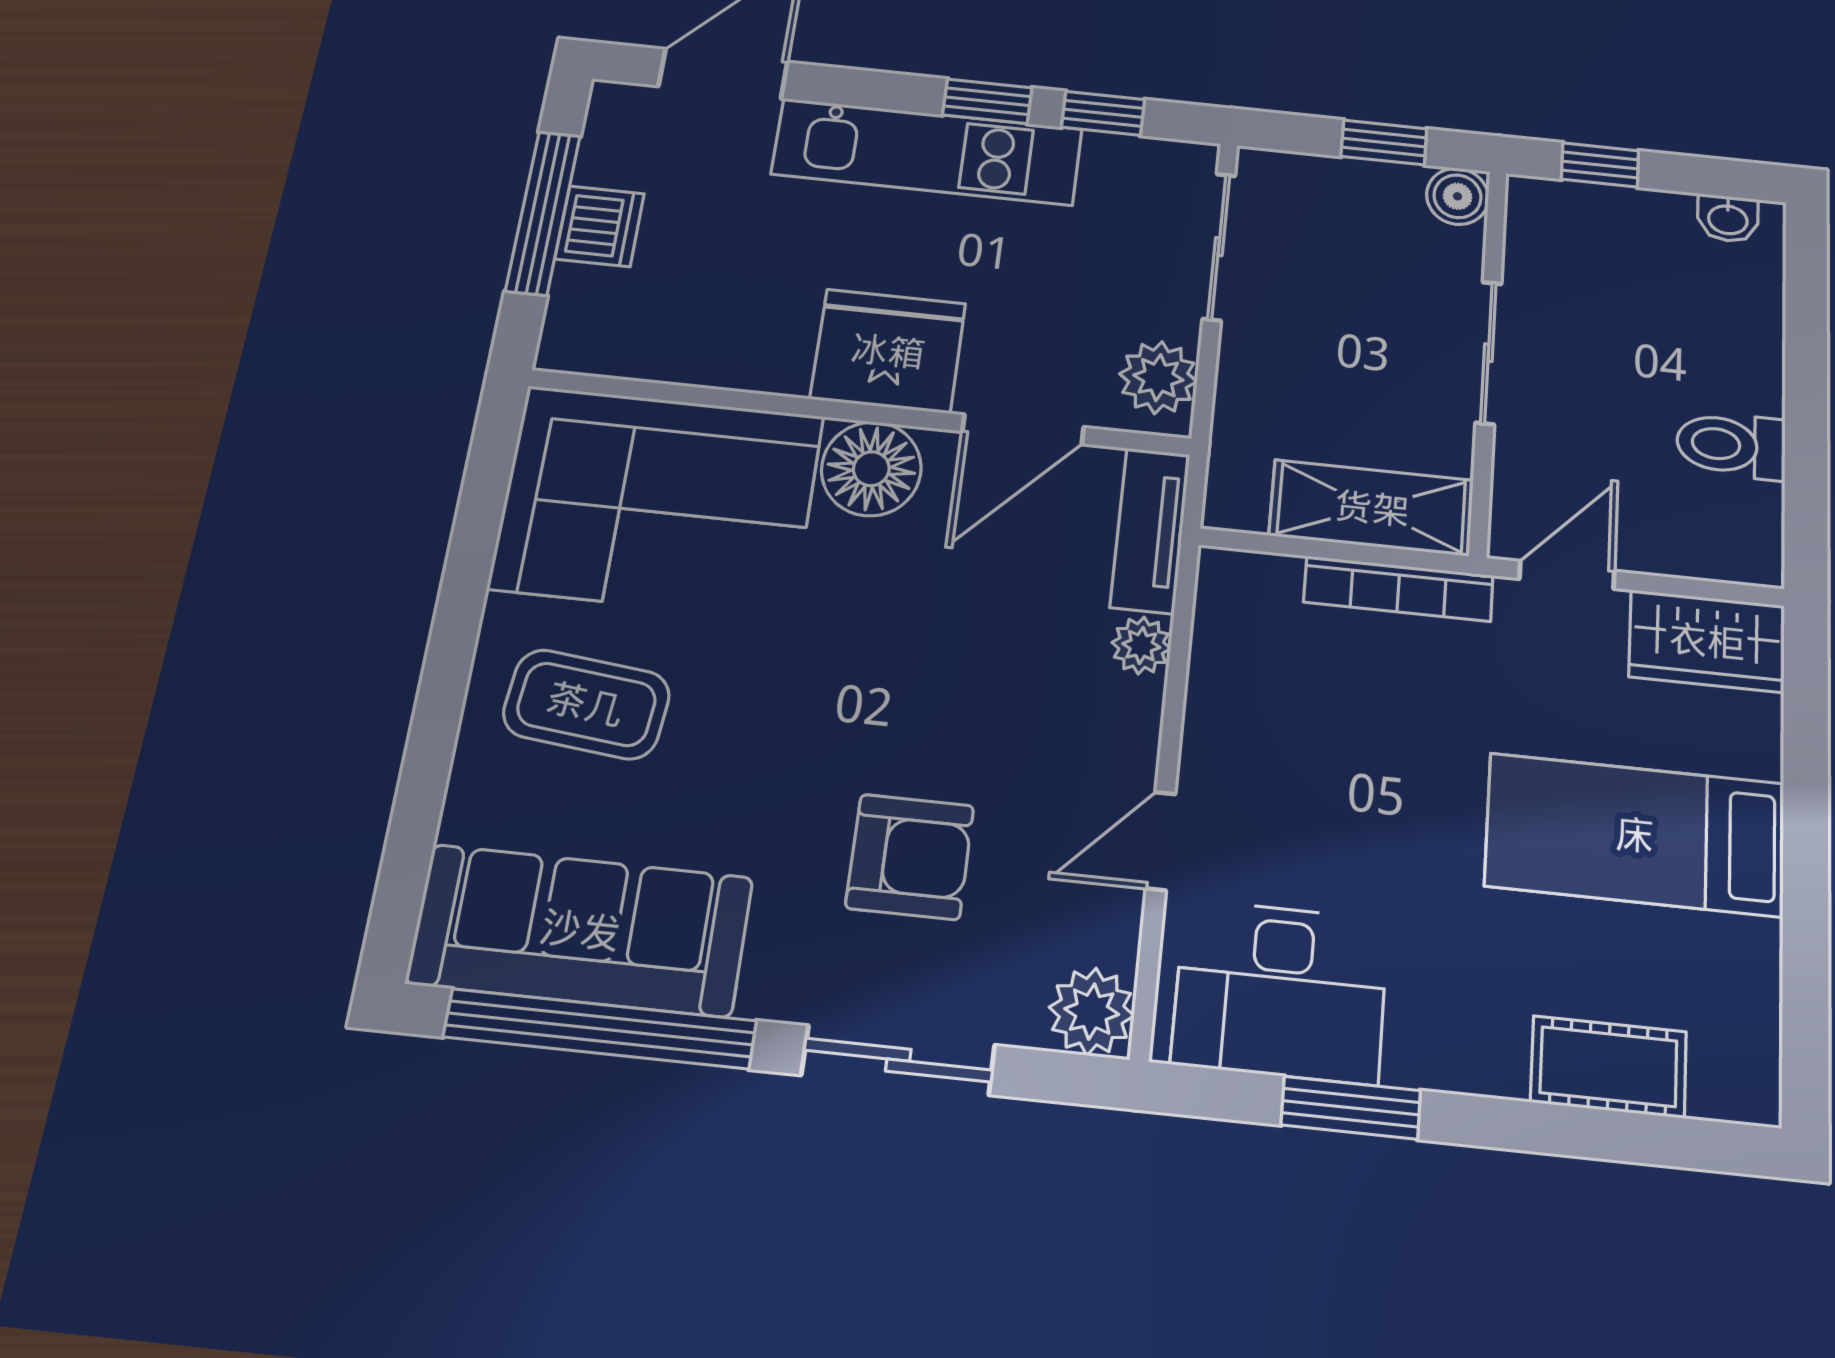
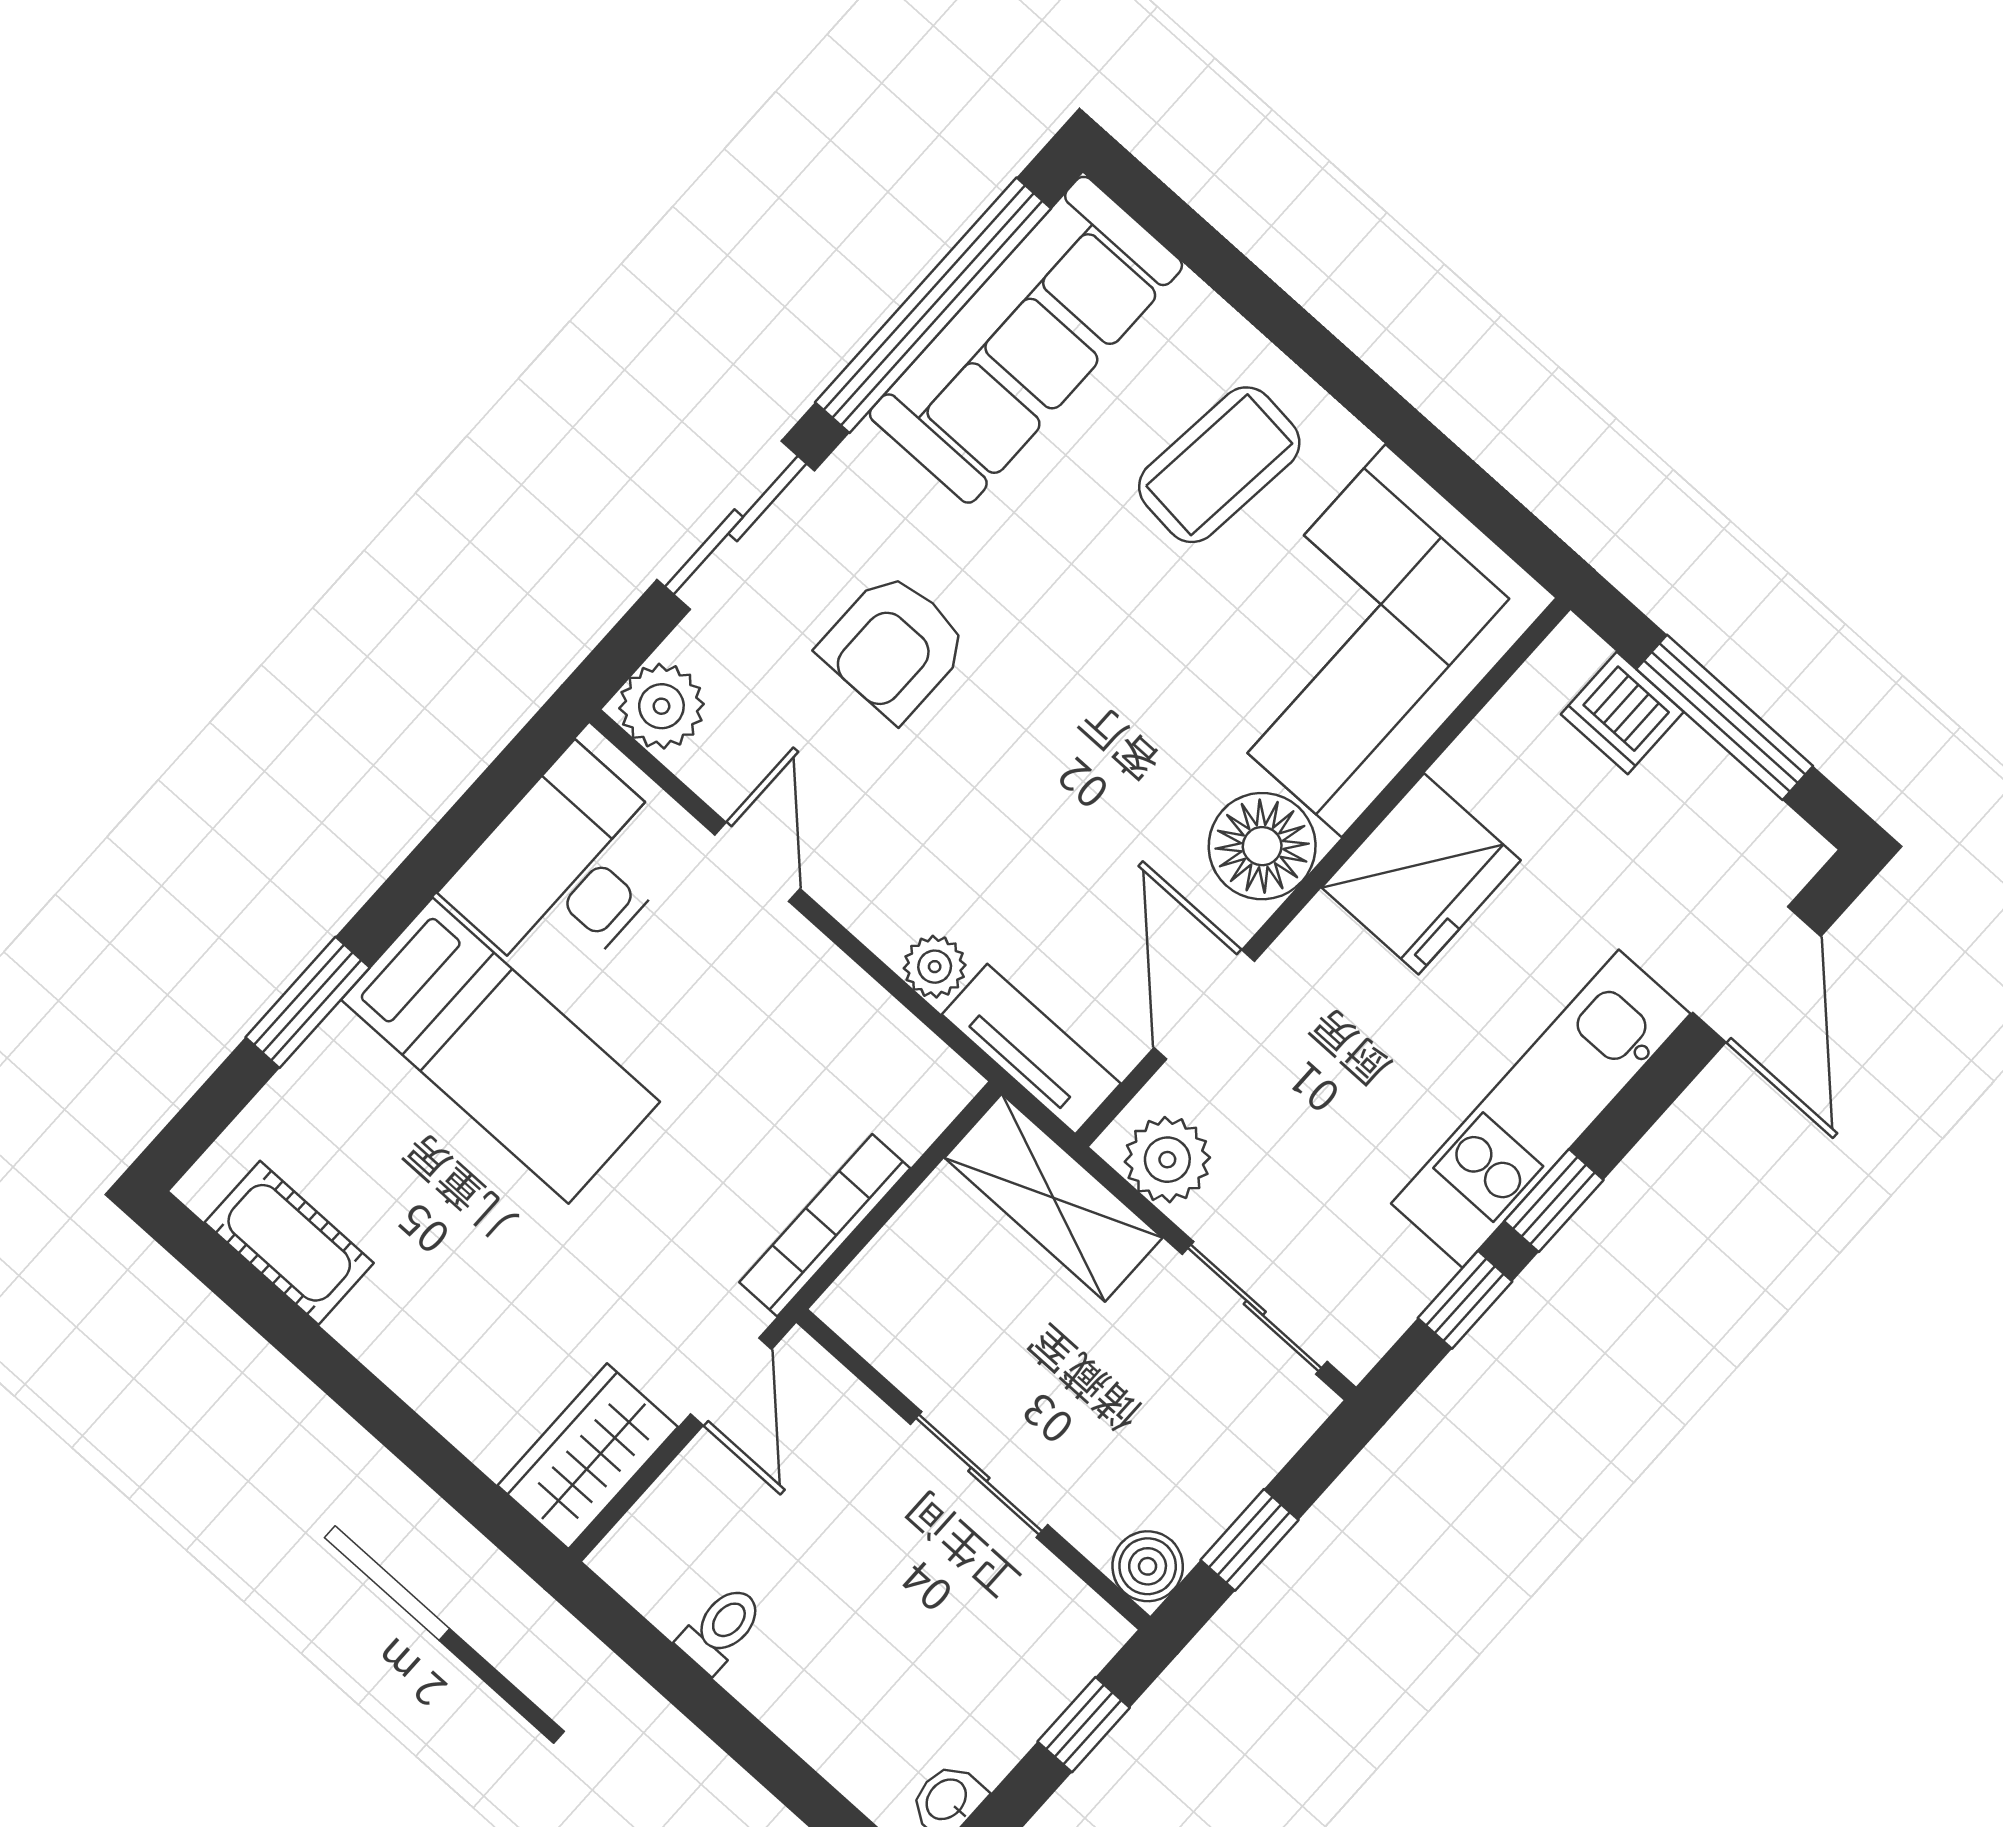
dishwasher: (600, 226) -> (1622, 713), moved
fridge: (888, 351) -> (1421, 874), moved
toilet: (1731, 445) -> (721, 1629), width x0.73, depth x0.72
shelving: (1372, 508) -> (1053, 1198), moved, turned 90
bed: (1635, 835) -> (501, 1051), moved, turned 90
cot: (1609, 1067) -> (289, 1243), moved, turned 90
window: (1351, 1108) -> (308, 1002), moved

